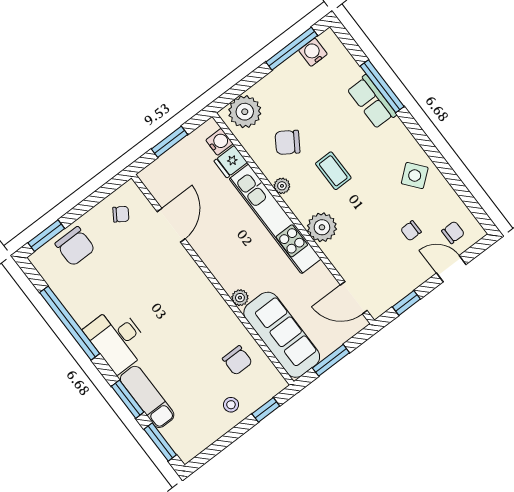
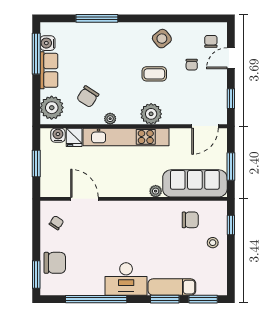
row of seats: (372, 102) -> (49, 70), moved, turned -90
coffee table: (333, 171) -> (154, 74), moved

